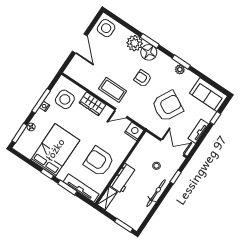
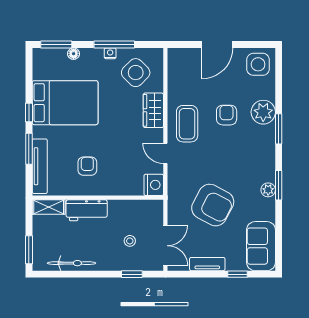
floor lamp: (149, 52) -> (264, 137), removed
armchair: (143, 78) -> (227, 115), moved
side table: (65, 99) -> (136, 73), turned 45
armchair: (99, 161) -> (87, 166), width x0.53, depth x0.53
bicycle: (156, 193) -> (72, 263), moved

